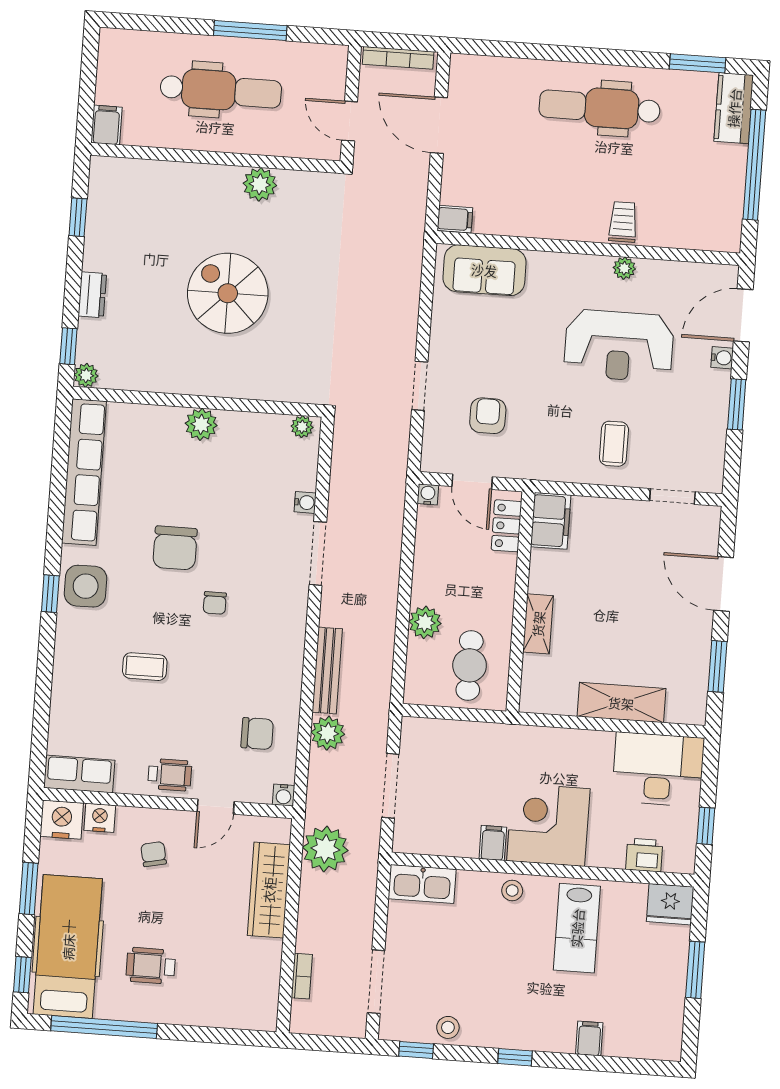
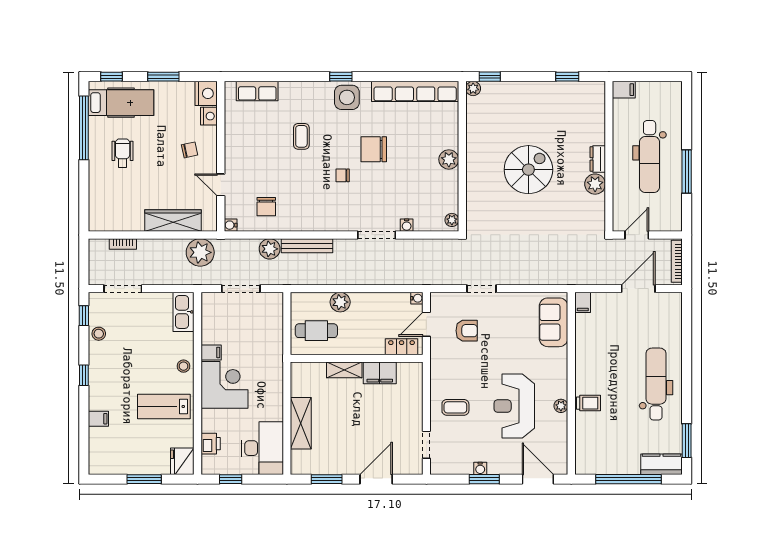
dresser: (92, 295) -> (598, 159), moved, turned 90
water cooler: (722, 358) -> (480, 468), moved
filing cabinet: (551, 521) -> (380, 373), moved
row of seats: (79, 774) -> (257, 91), moved, turned 90
wheelchair: (170, 775) -> (238, 156), removed
hospital bed: (68, 947) -> (121, 103), width x0.73, depth x0.78

